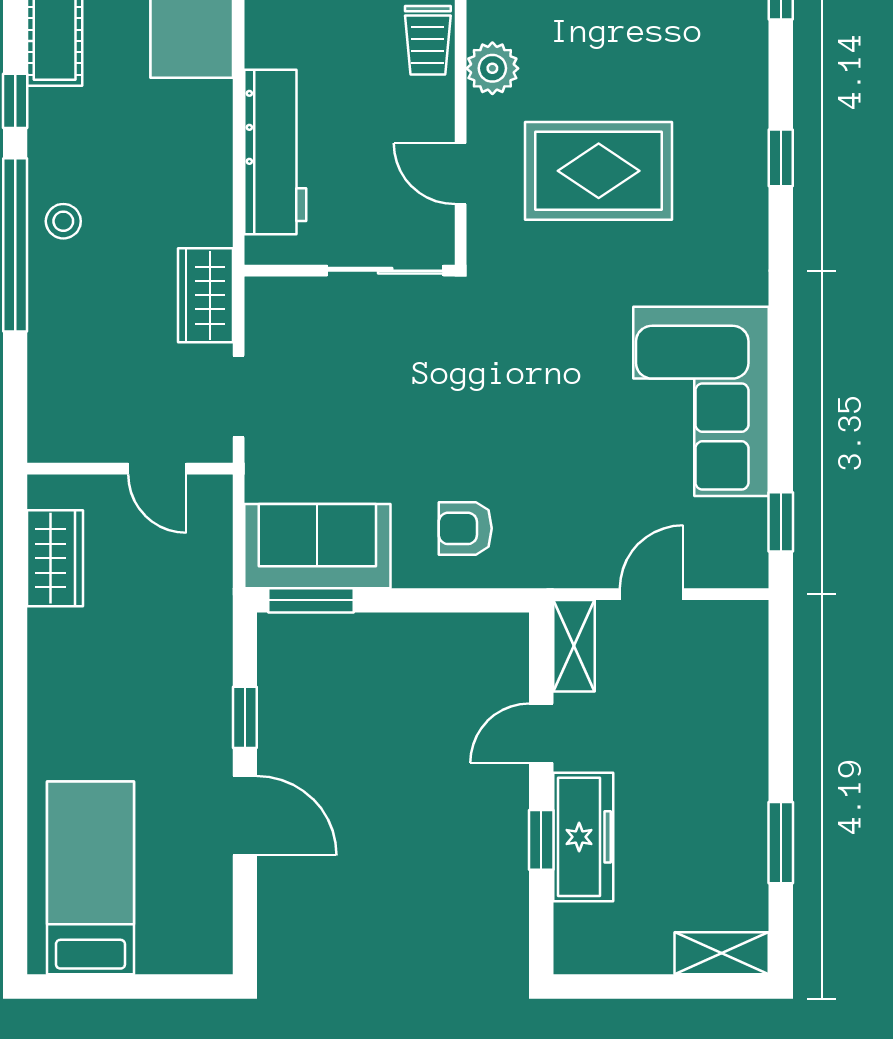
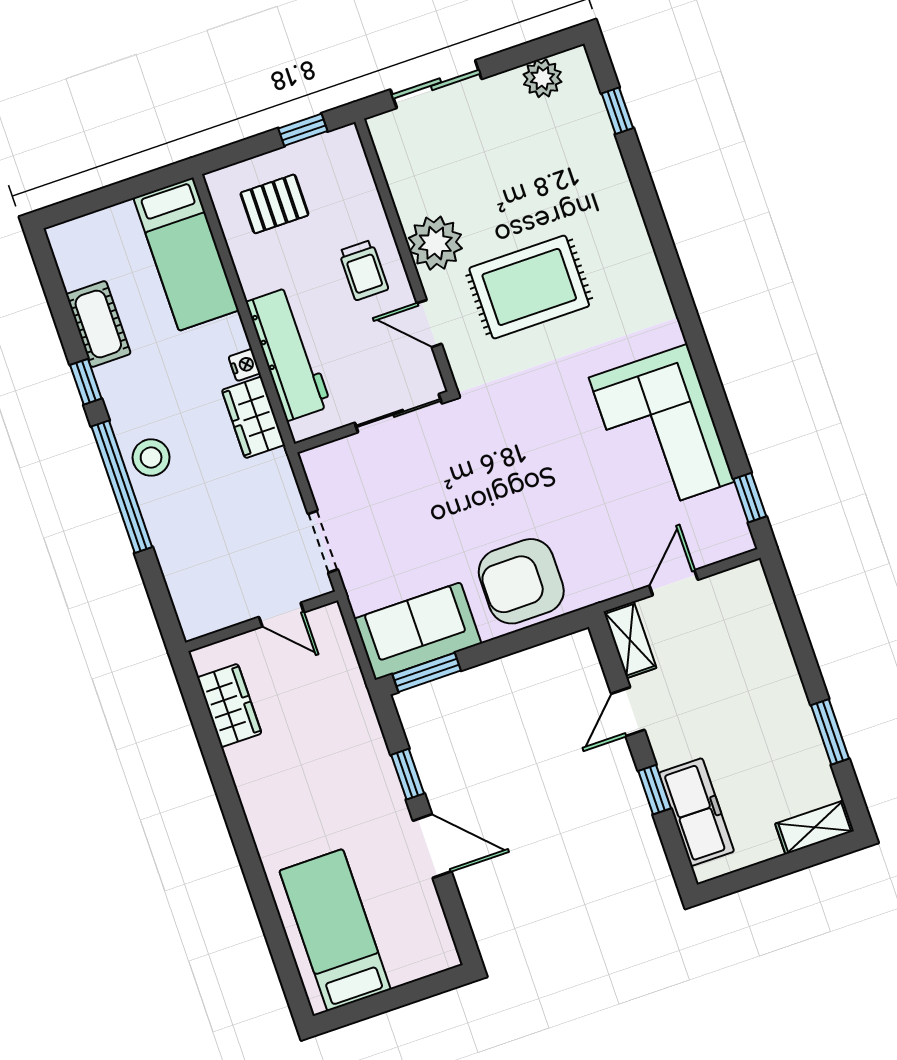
trolley: (428, 40) -> (363, 270), moved
plant: (492, 68) -> (435, 243), width x1.36, depth x1.36
nightstand: (217, 147) -> (244, 365), added
window: (781, 158) -> (659, 232), removed
stool: (63, 221) -> (151, 458), width x1.37, depth x1.37
wardrobe: (206, 295) -> (253, 417), moved
armchair: (465, 528) -> (521, 581), width x1.88, depth x1.88
freezer: (583, 837) -> (696, 812), moved

